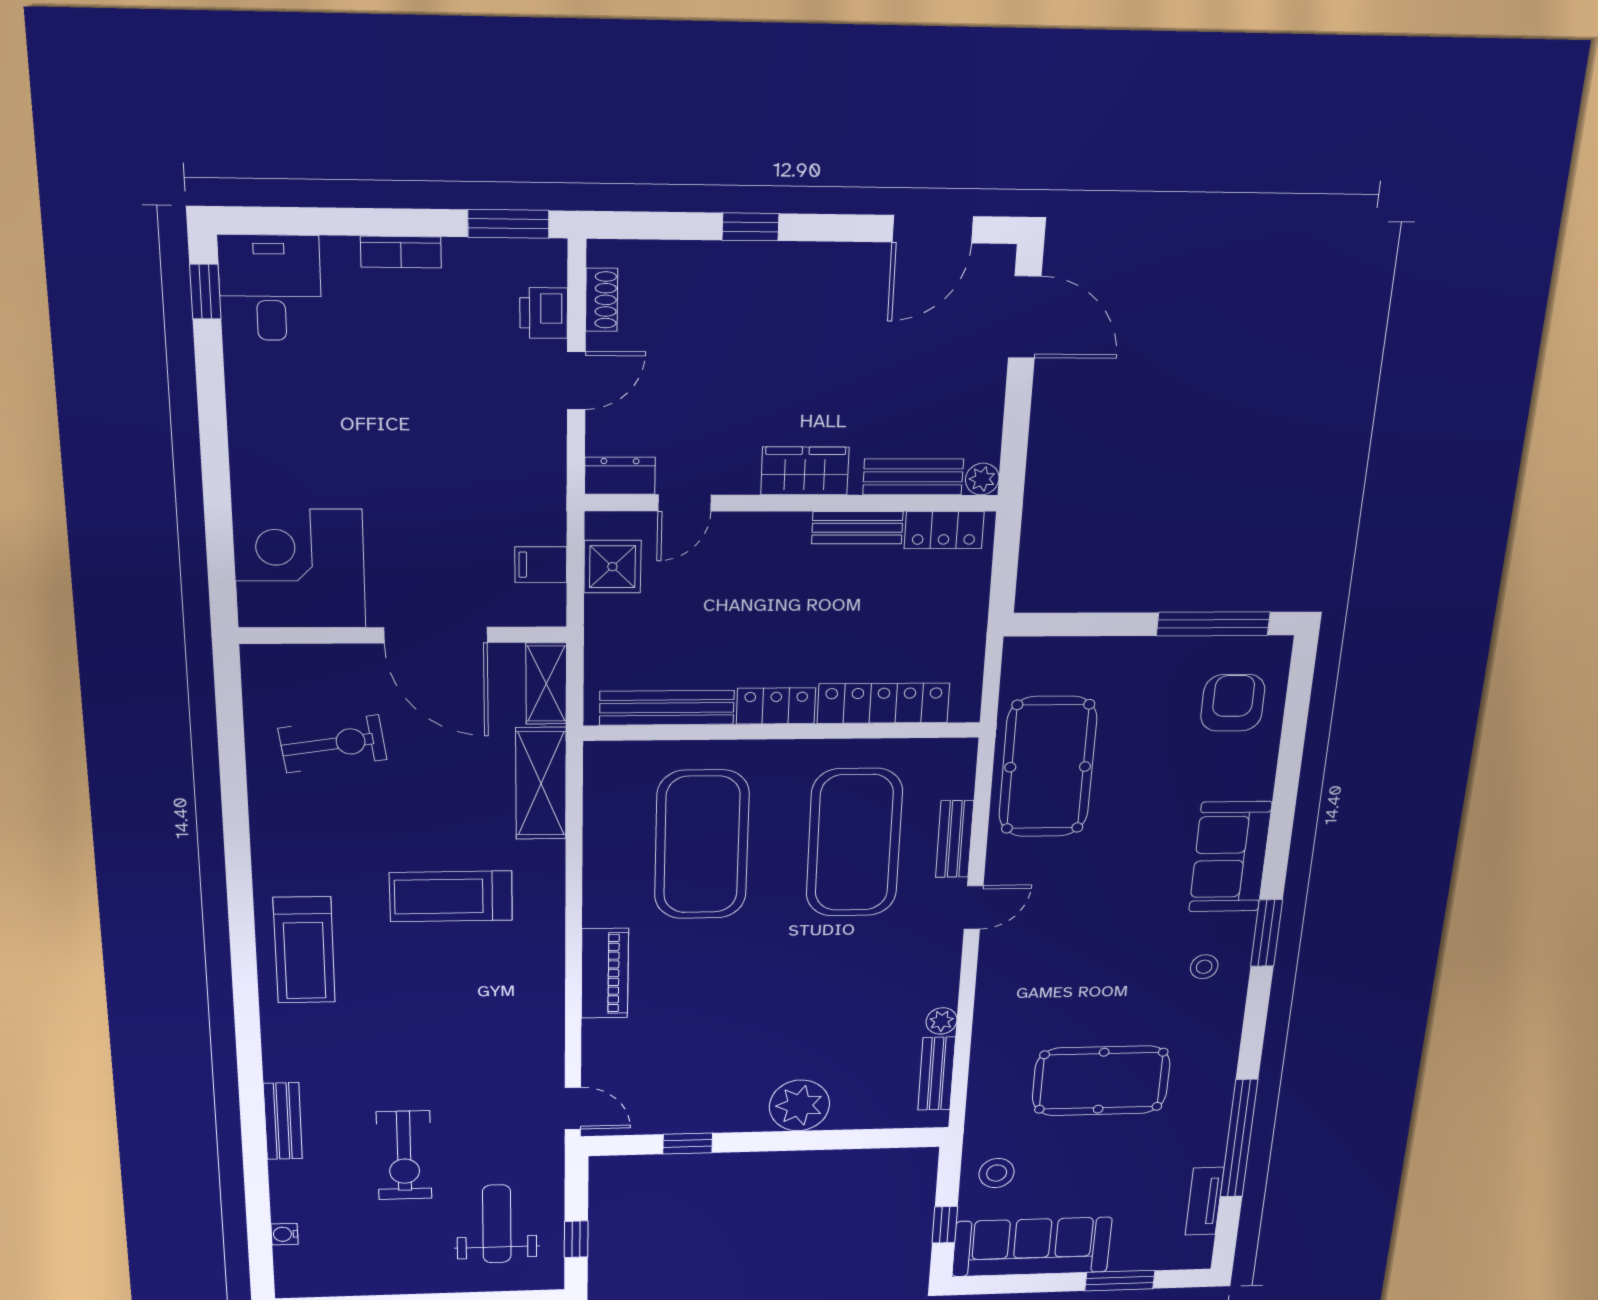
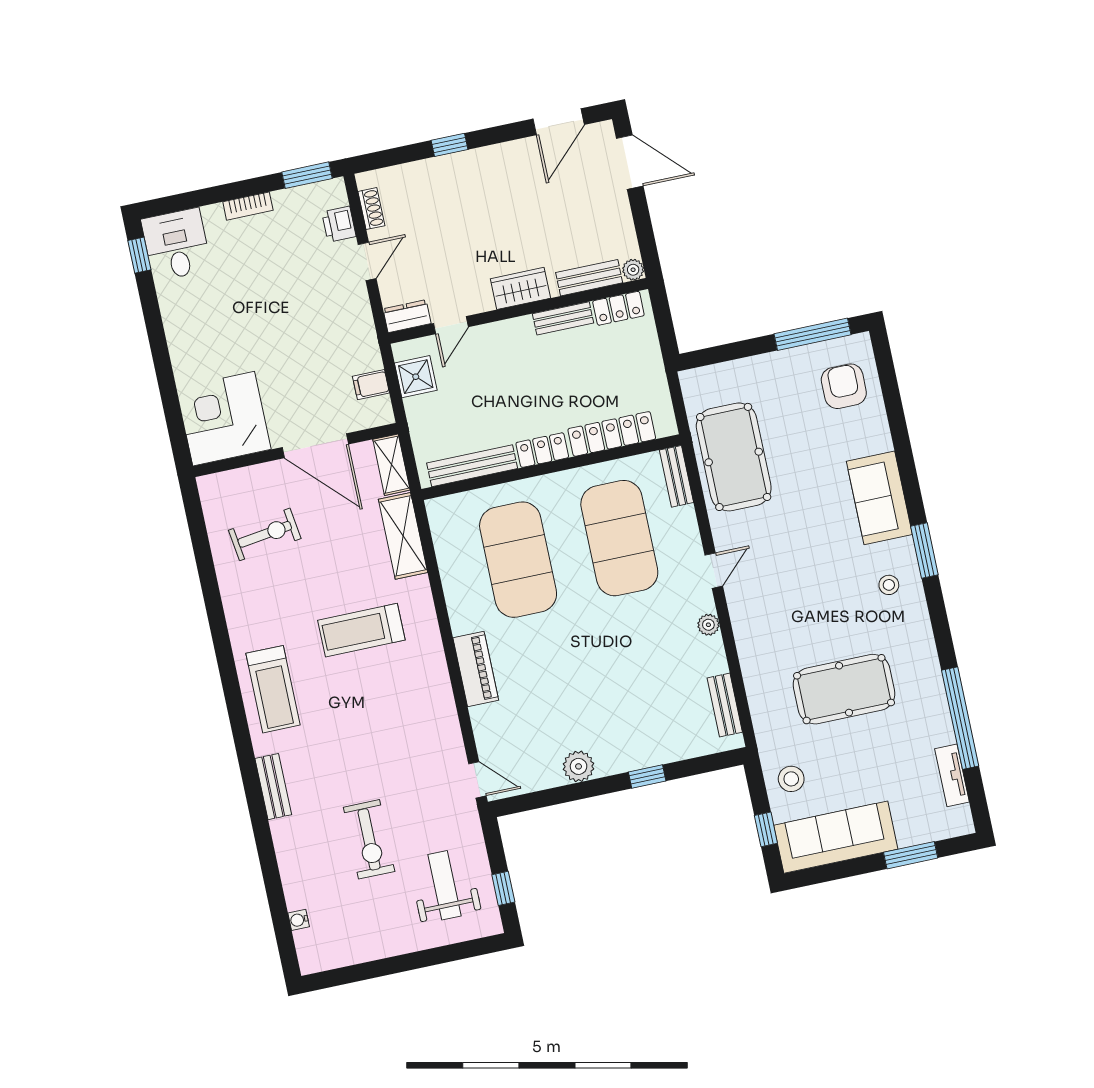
bench: (955, 839) -> (677, 476), moved
plant: (942, 1021) -> (708, 625), moved
plant: (799, 1105) -> (579, 766), moved, width x0.73, depth x0.73
bench: (283, 1121) -> (273, 787), moved
window: (688, 1144) -> (647, 776), moved

